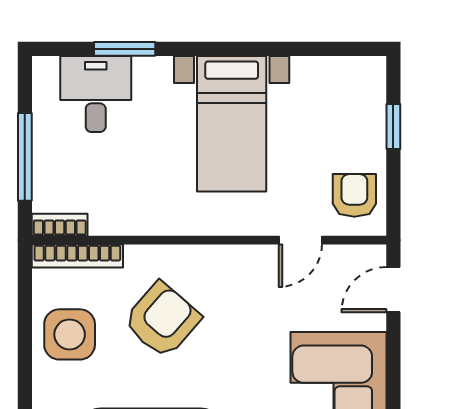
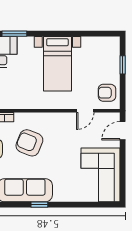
armchair: (354, 195) -> (107, 93), turned -90
armchair: (162, 320) -> (29, 143), turned -109

